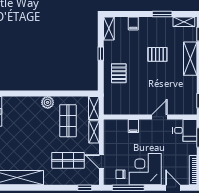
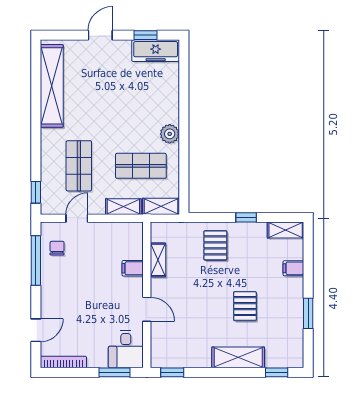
shelving: (184, 22) -> (158, 260), moved
pallet: (119, 73) -> (215, 245), turned 90
corner desk: (145, 169) -> (65, 287), removed

